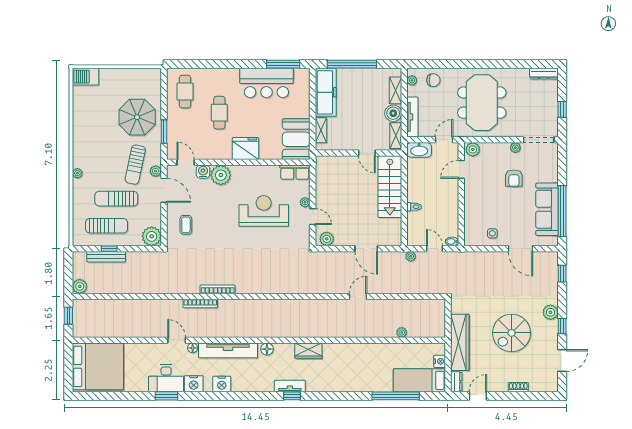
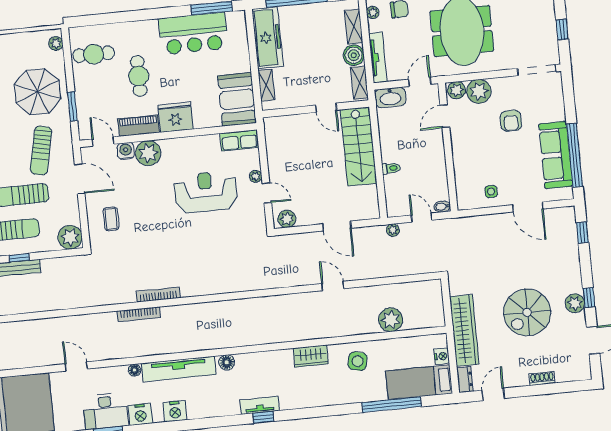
cafe table: (185, 92) -> (94, 54), turned 90
plant: (515, 148) -> (479, 91), moved, width x1.88, depth x1.88
piano: (215, 152) -> (139, 126), added
plant: (156, 171) -> (56, 44), moved
door: (358, 296) -> (333, 286), hinge flipped
plant: (551, 312) -> (575, 303), moved
plant: (402, 332) -> (391, 320), width x1.88, depth x1.88
door: (177, 340) -> (76, 366), moved
wardrobe: (308, 351) -> (311, 356), moved
side table: (372, 359) -> (358, 361), added

